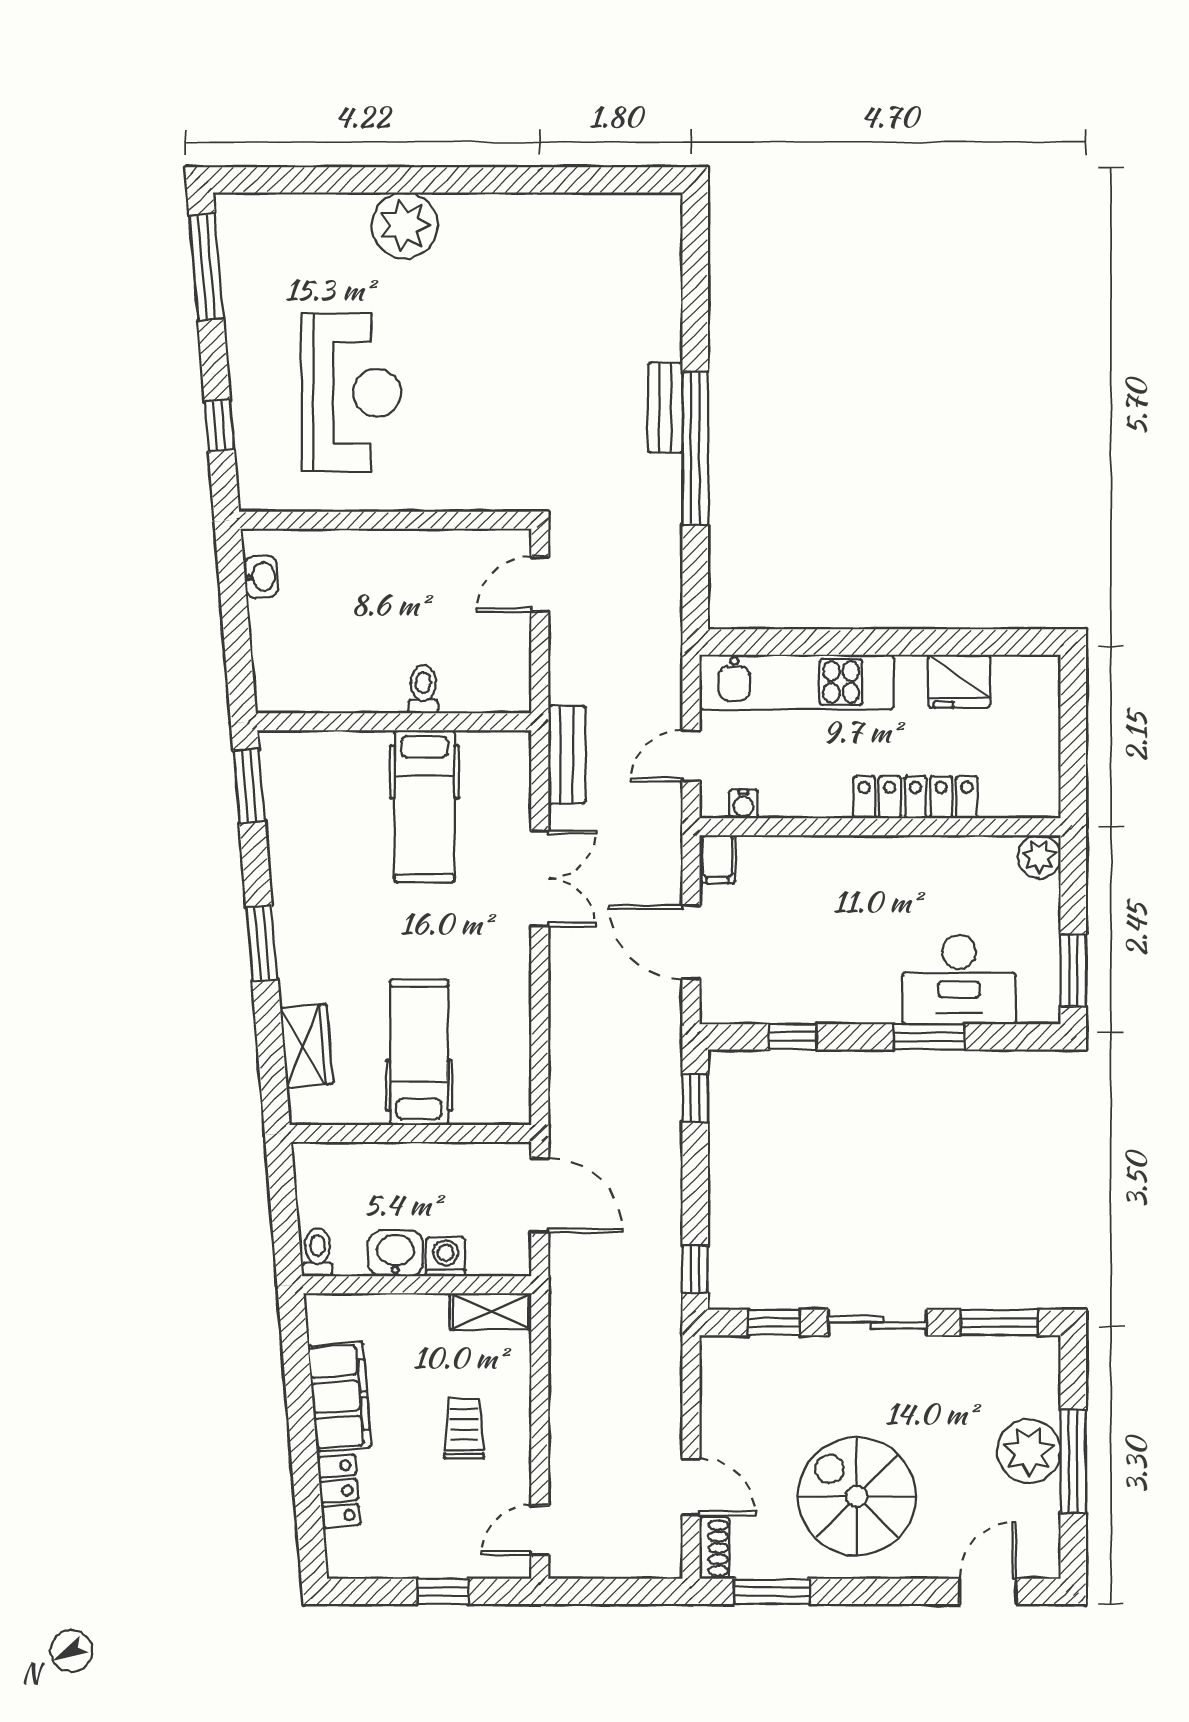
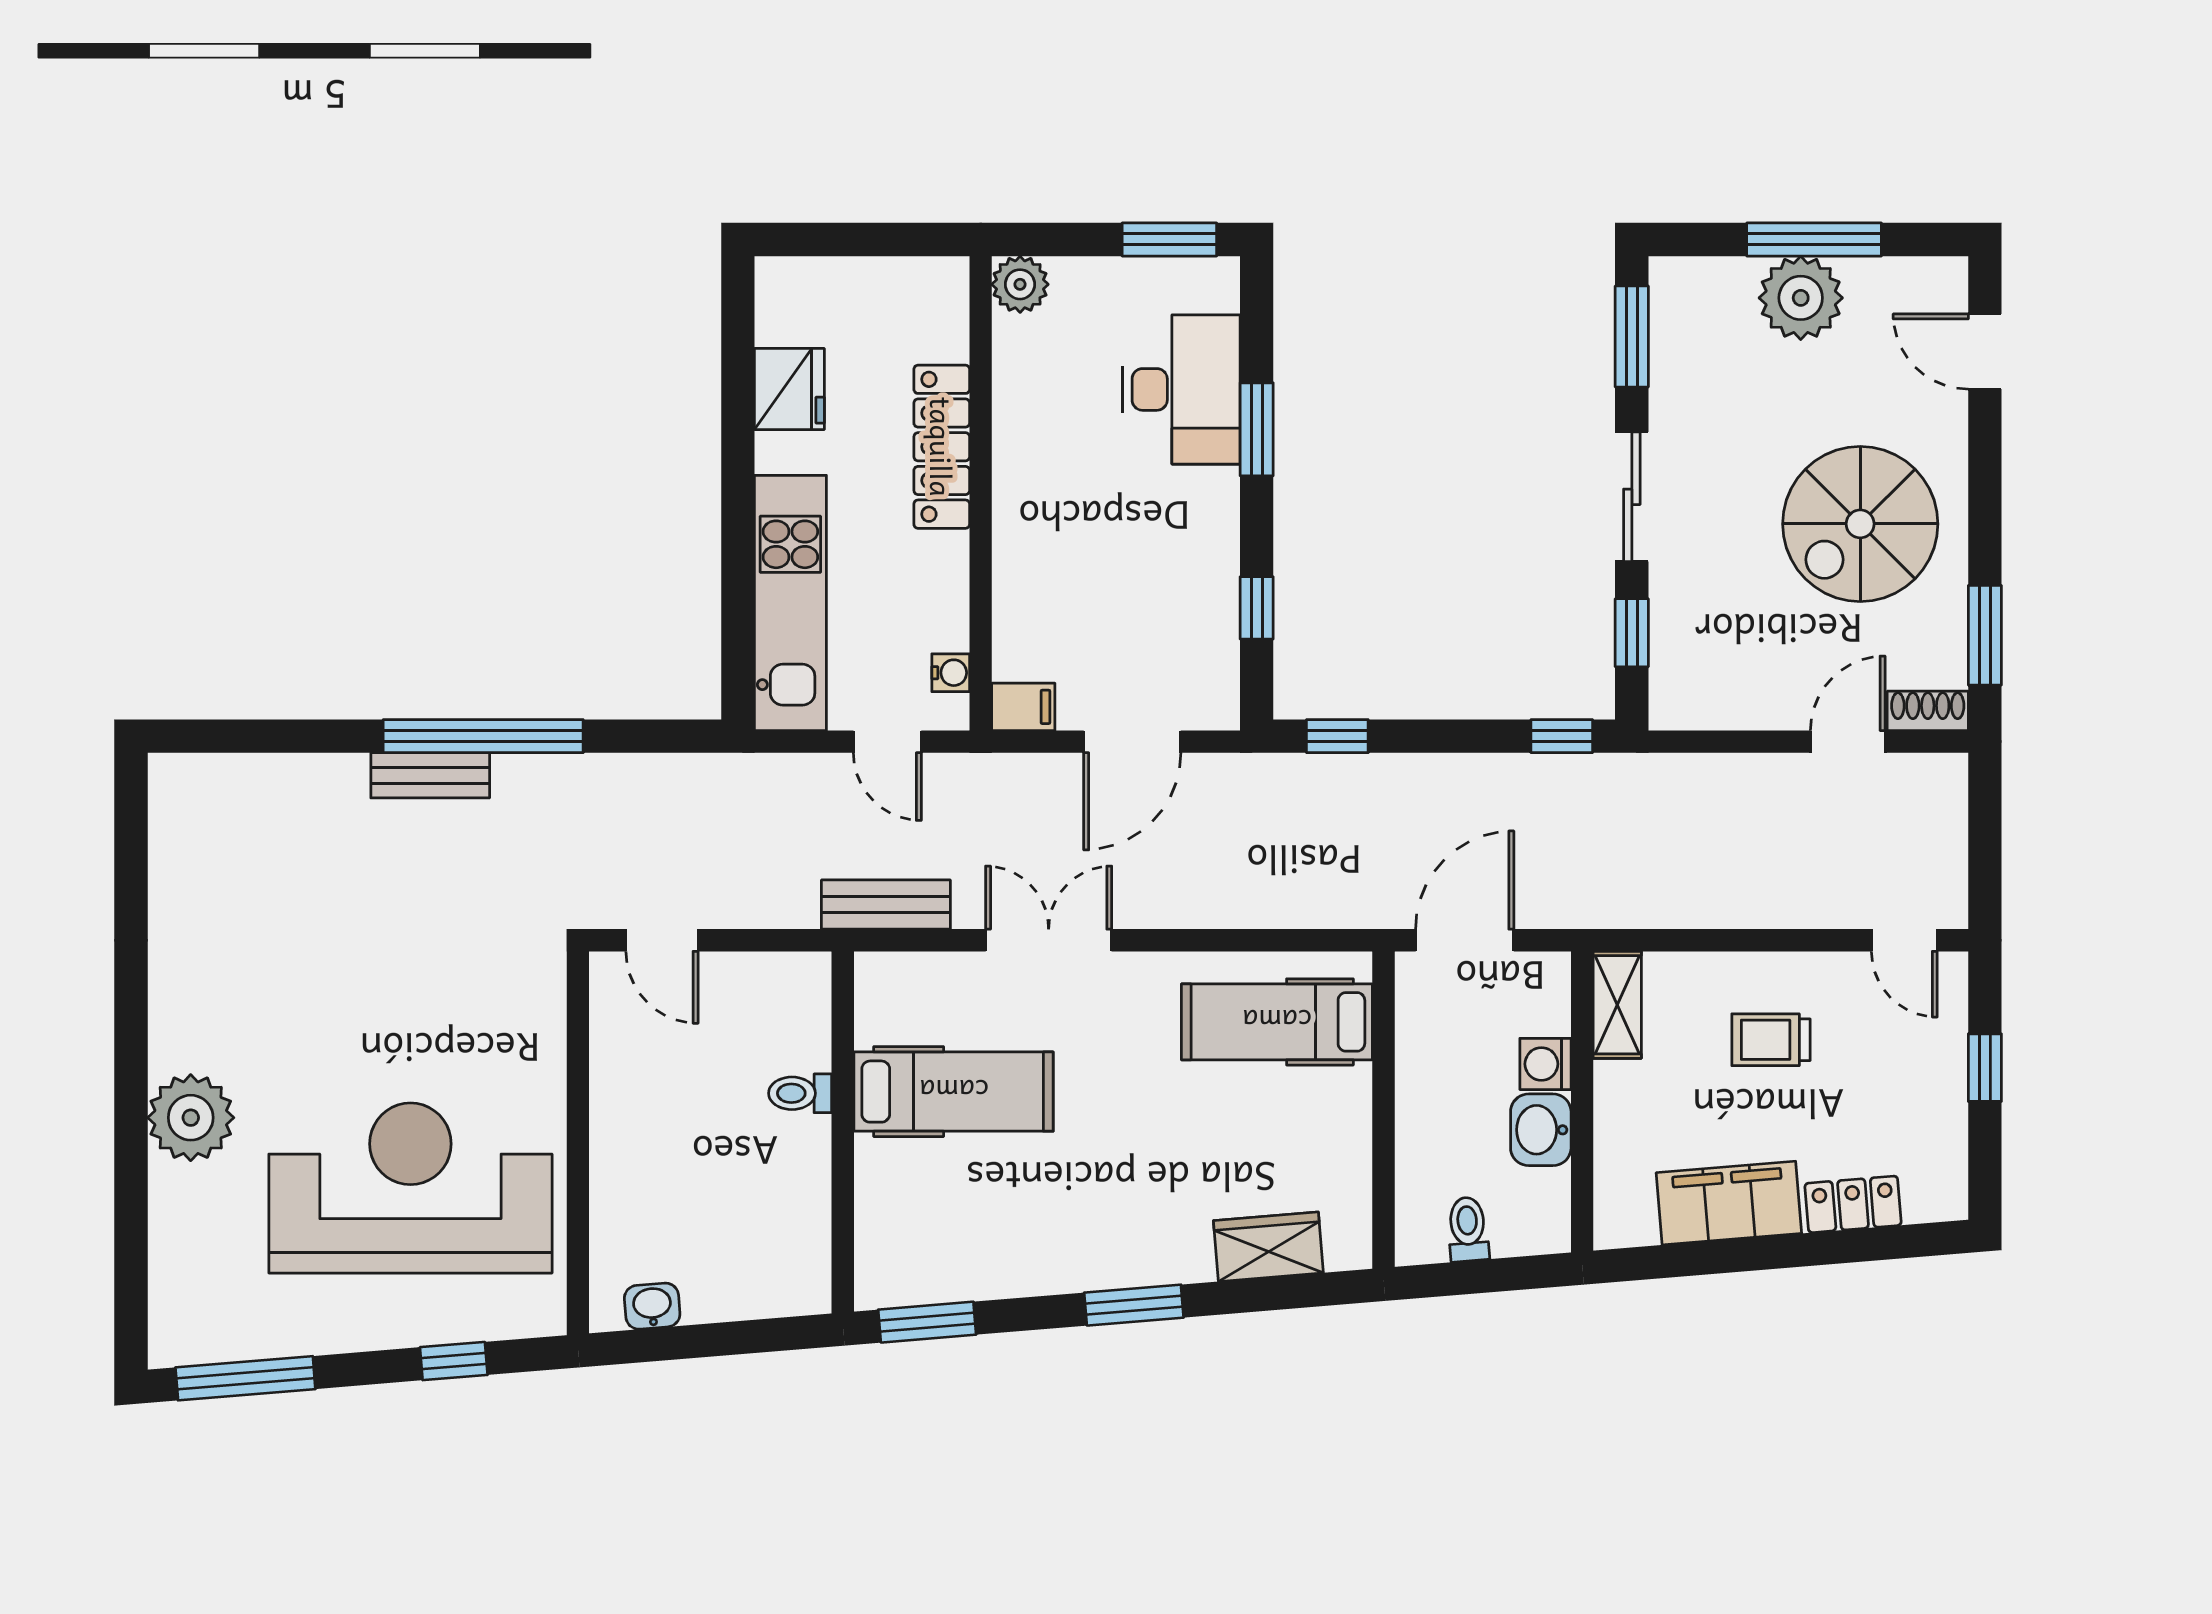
reception desk: (351, 393) -> (410, 1188), width x1.36, depth x1.30
hospital bed: (419, 1052) -> (1277, 1022), moved
toilet: (317, 1252) -> (1468, 1229), moved, turned 85

